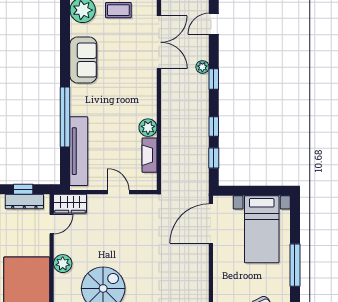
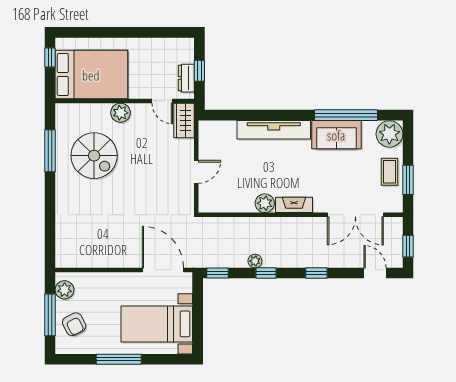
plant: (202, 67) -> (255, 261), moved
window: (65, 117) -> (346, 115), moved
tv unit: (79, 151) -> (274, 130), moved
fireplace: (150, 155) -> (294, 205), moved
window: (214, 158) -> (217, 273), moved
dresser: (24, 202) -> (186, 78), width x0.70

